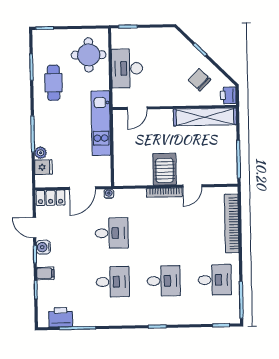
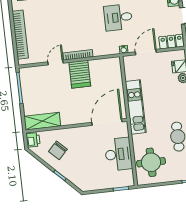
chair: (199, 80) -> (58, 150), turned 90
door: (137, 108) -> (107, 122), width x1.87
shelving: (205, 117) -> (42, 121), width x0.68

